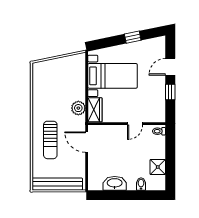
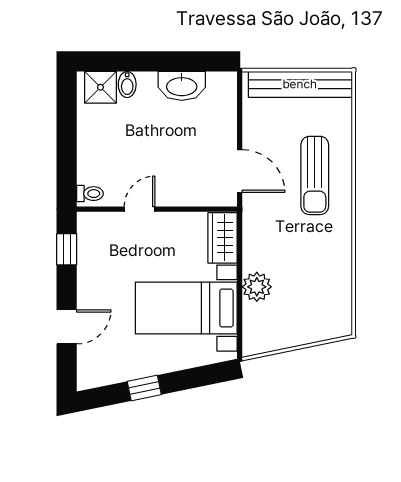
window: (170, 92) -> (67, 249), moved
plant: (78, 108) -> (257, 287), moved
sun lounger: (50, 140) -> (315, 175), turned 180
shower: (158, 167) -> (100, 87), moved

